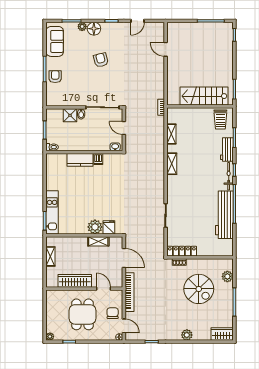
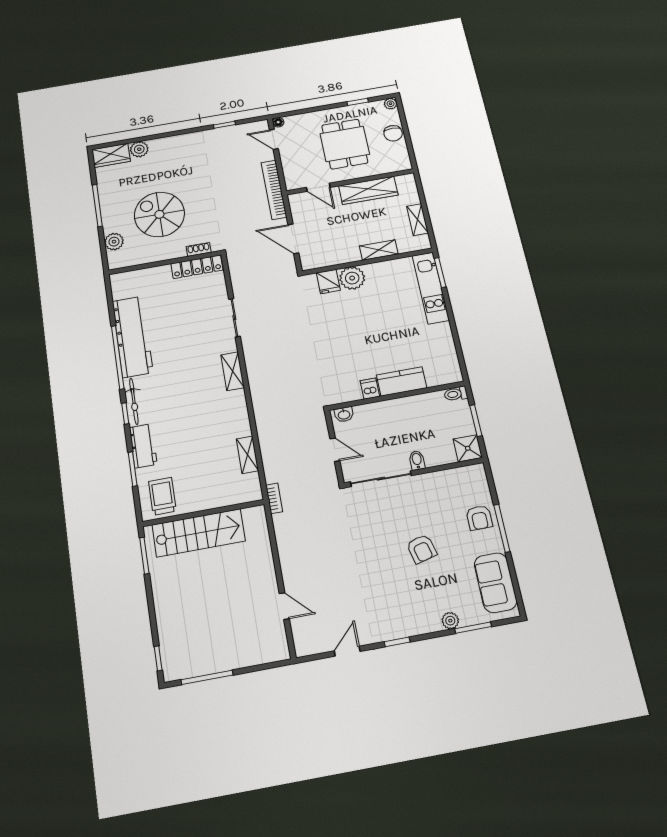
floor lamp: (94, 29) -> (427, 621), removed
armchair: (101, 60) -> (422, 549), moved
shower: (70, 115) -> (468, 448), moved
shelving: (172, 164) -> (232, 371), moved
shelving: (98, 241) -> (379, 250), moved
chair: (113, 313) -> (393, 133), moved
plant: (187, 335) -> (139, 149), moved

